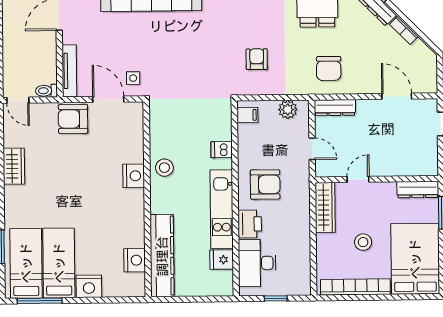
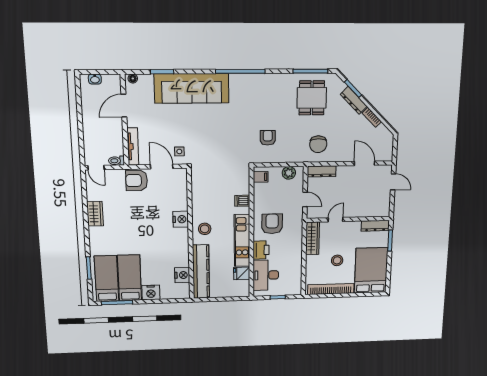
stool: (164, 168) -> (205, 229), moved
armchair: (265, 184) -> (272, 224), turned -90

